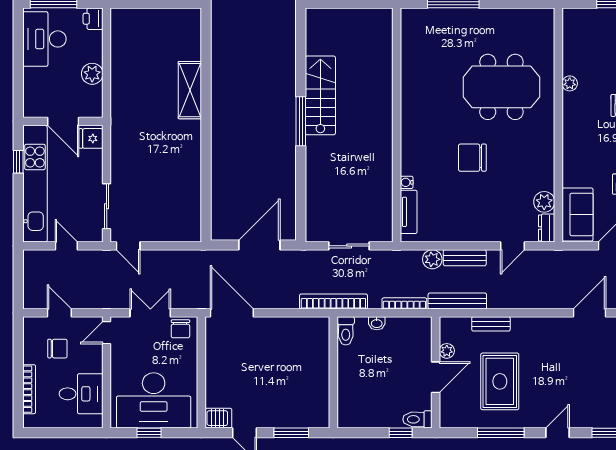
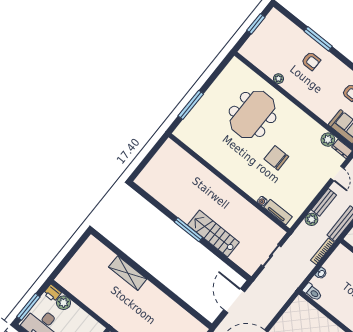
plant: (92, 74) -> (64, 303), moved
stairs: (320, 95) -> (213, 234), moved
chair: (472, 158) -> (276, 158), turned 90
bookcase: (333, 301) -> (293, 286), removed

